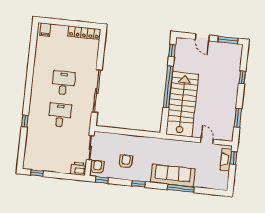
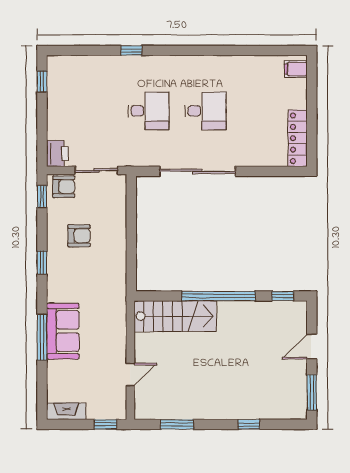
stairs: (182, 104) -> (175, 316), width x0.73, depth x0.66
fireplace: (226, 160) -> (66, 411), moved
sofa: (173, 176) -> (63, 331), width x0.73

